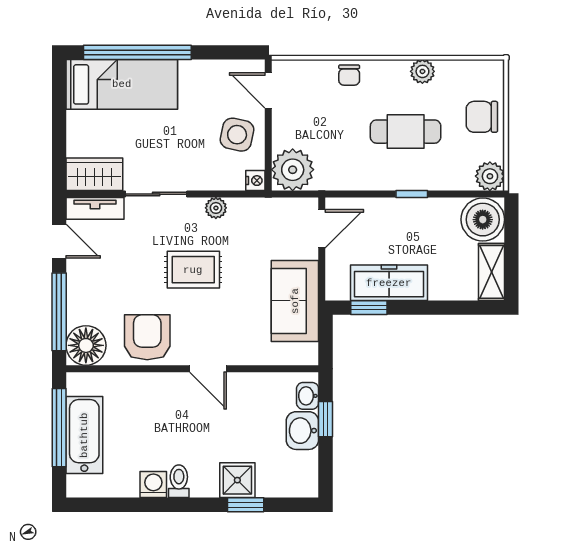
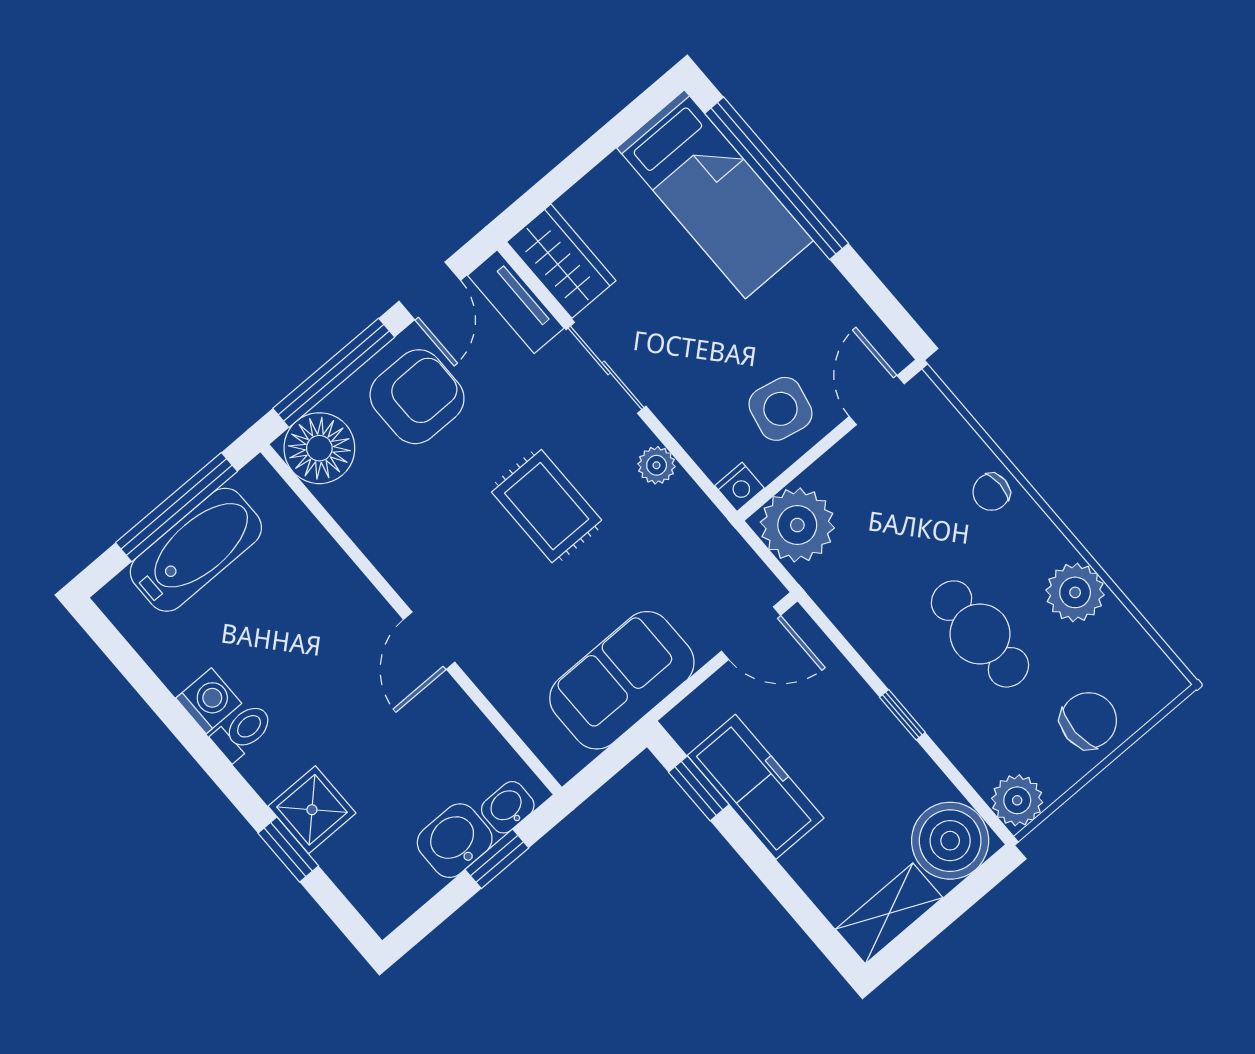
plant: (422, 71) -> (1075, 592), width x1.38, depth x1.38
chair: (482, 117) -> (1089, 720), turned 90
armchair: (147, 337) -> (417, 397), moved

